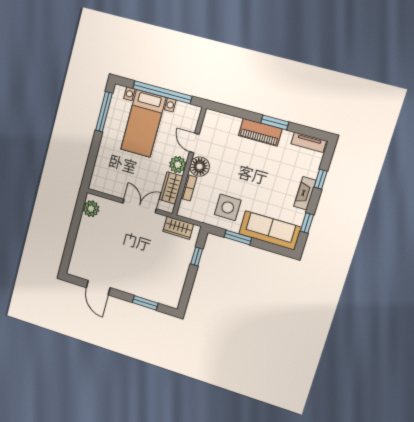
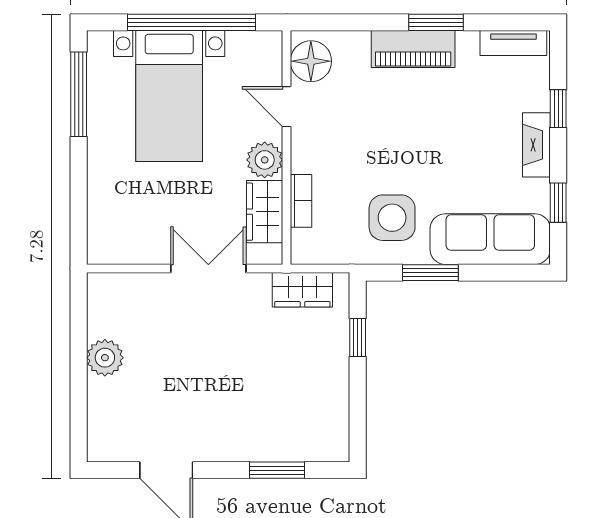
floor lamp: (200, 167) -> (311, 61), moved
plant: (91, 209) -> (105, 358), moved

